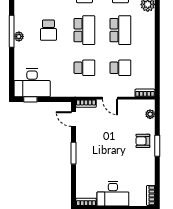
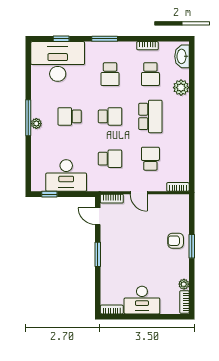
school desk: (48, 30) -> (70, 116), turned 90
school desk: (84, 30) -> (110, 116), width x0.54
school desk: (120, 68) -> (150, 159), turned -90
desk: (32, 83) -> (66, 175), moved
plant: (150, 114) -> (184, 284), moved

